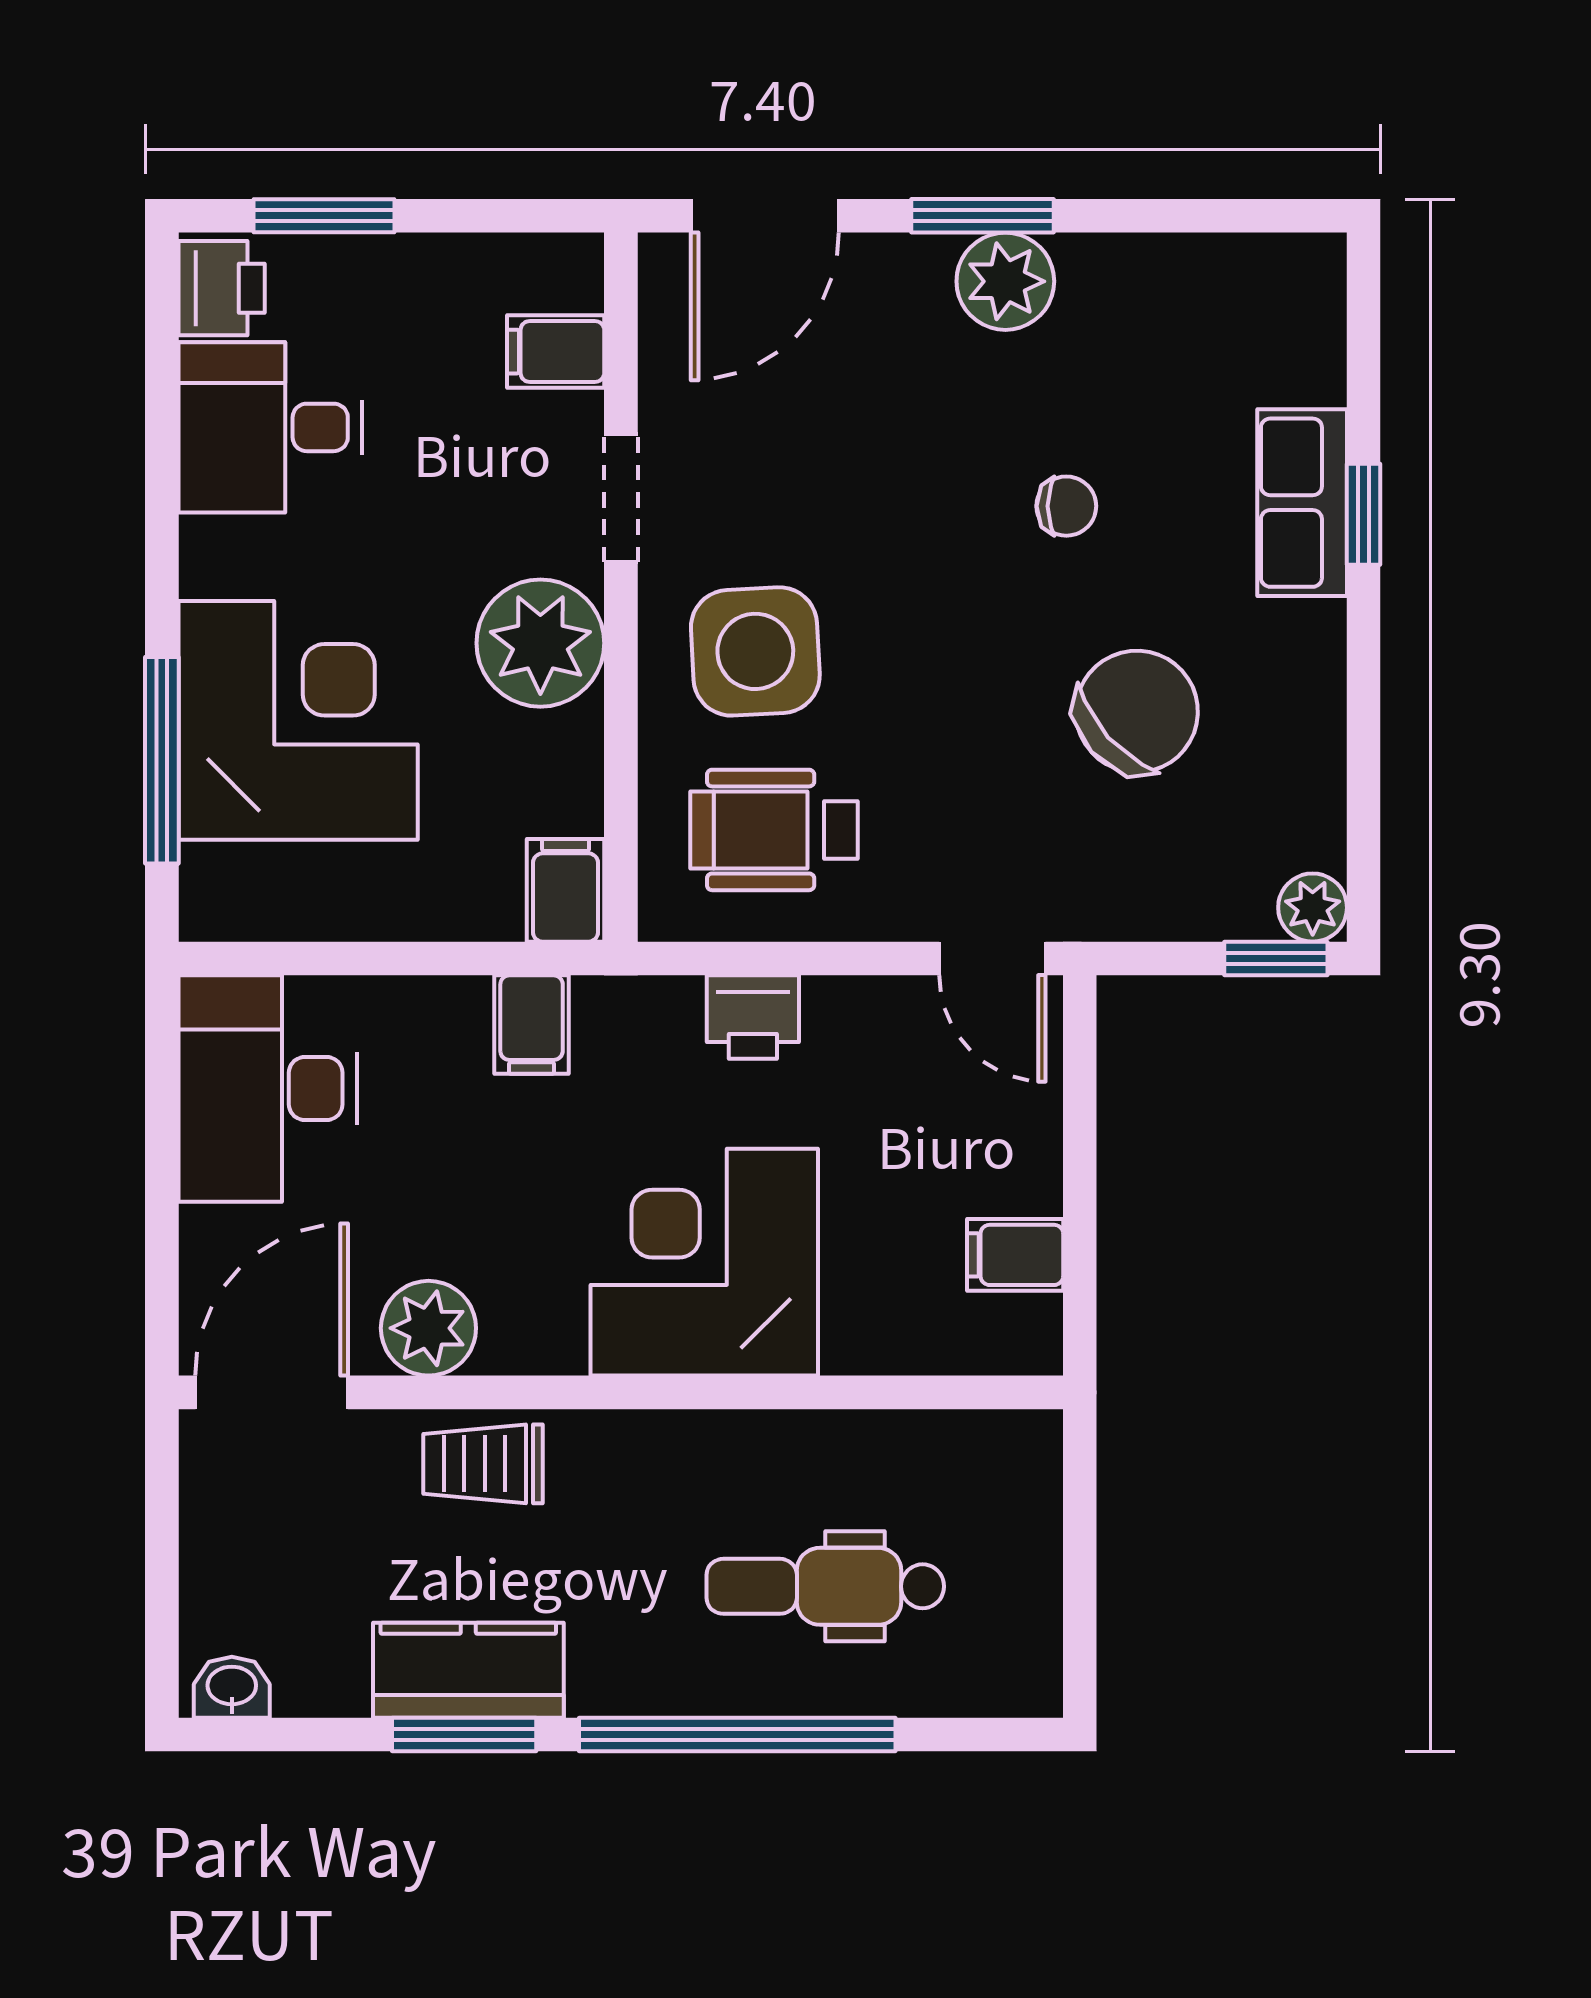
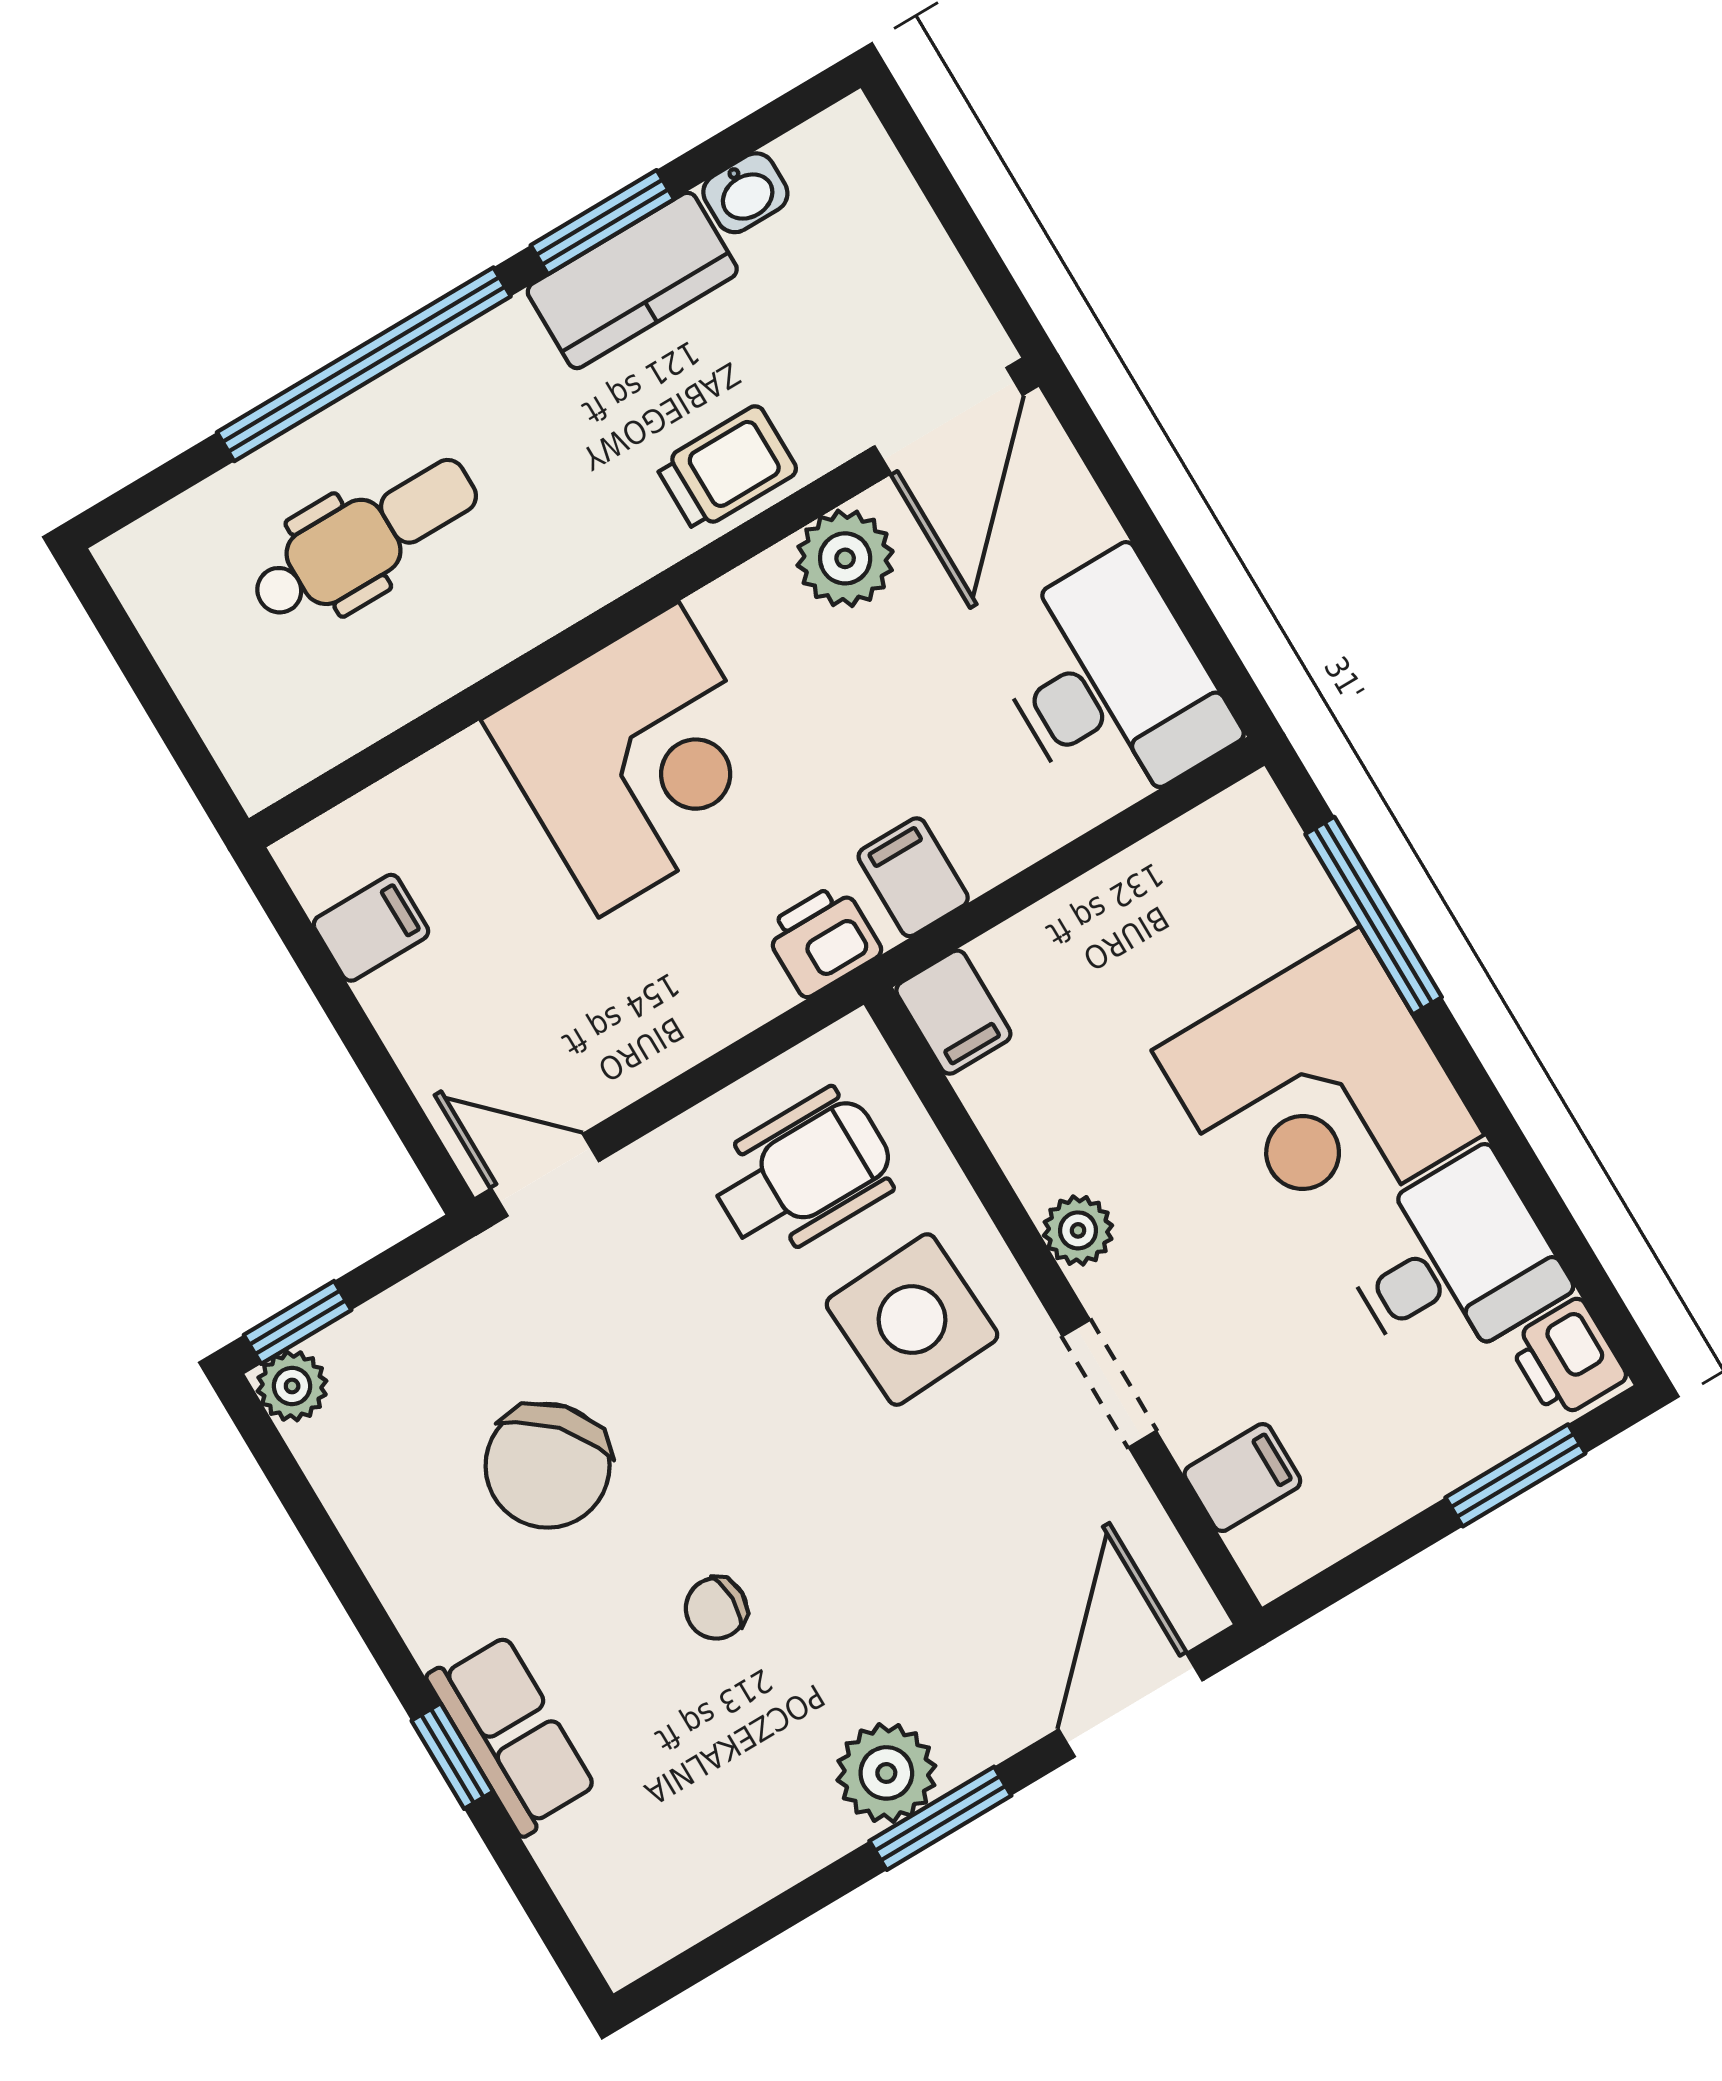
plant: (540, 643) -> (1078, 1230), width x0.53, depth x0.53
corner desk: (298, 720) -> (1318, 1093), moved
printer: (753, 1017) -> (823, 940), moved
washbasin: (232, 1687) -> (745, 193), moved

